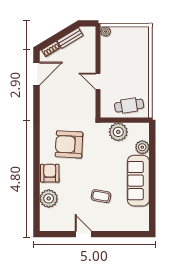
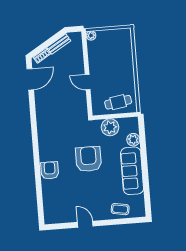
armchair: (69, 144) -> (88, 159), moved, turned 87
coffee table: (101, 196) -> (120, 209), moved
plant: (49, 199) -> (51, 194), removed

